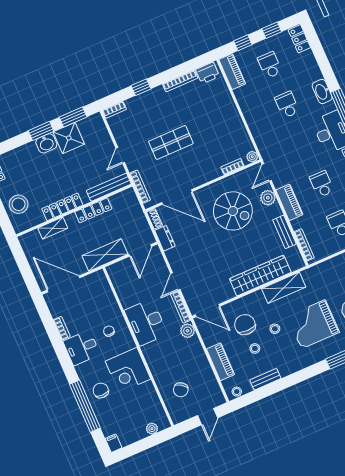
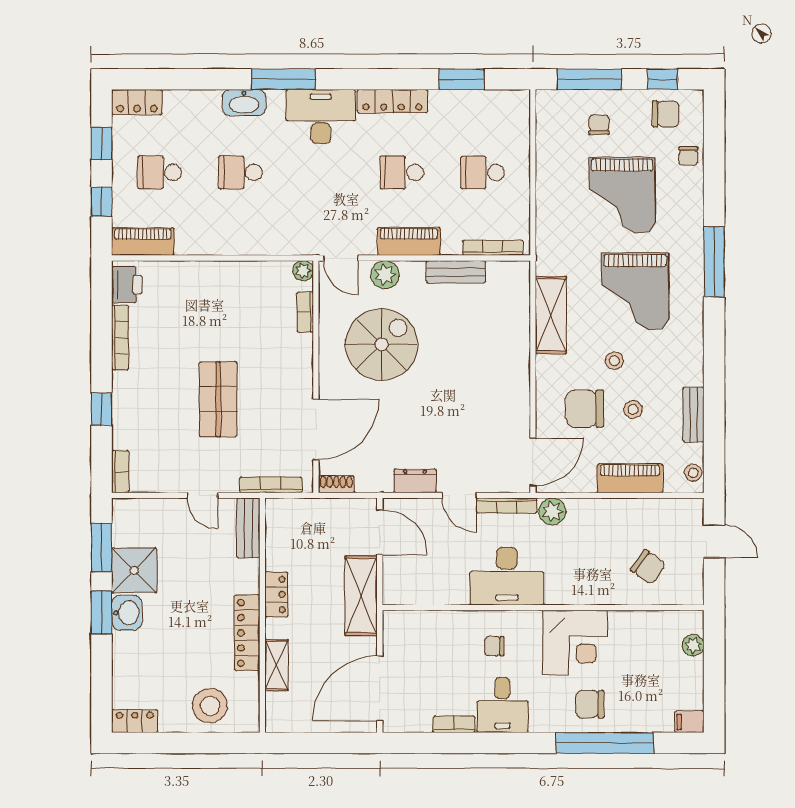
bench: (109, 187) -> (248, 528), width x0.73
locker: (93, 210) -> (276, 594), width x0.66
dresser: (165, 238) -> (415, 481), moved
wardrobe: (260, 276) -> (512, 346), removed

